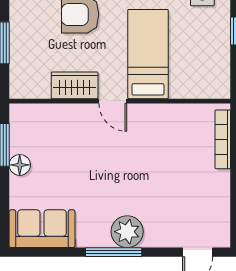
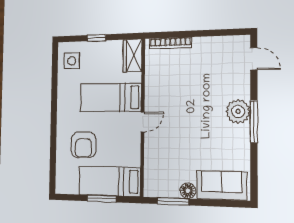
bed: (29, 54) -> (109, 181), added
wardrobe: (75, 85) -> (132, 56), moved
sofa: (42, 229) -> (222, 185), moved, turned 90

